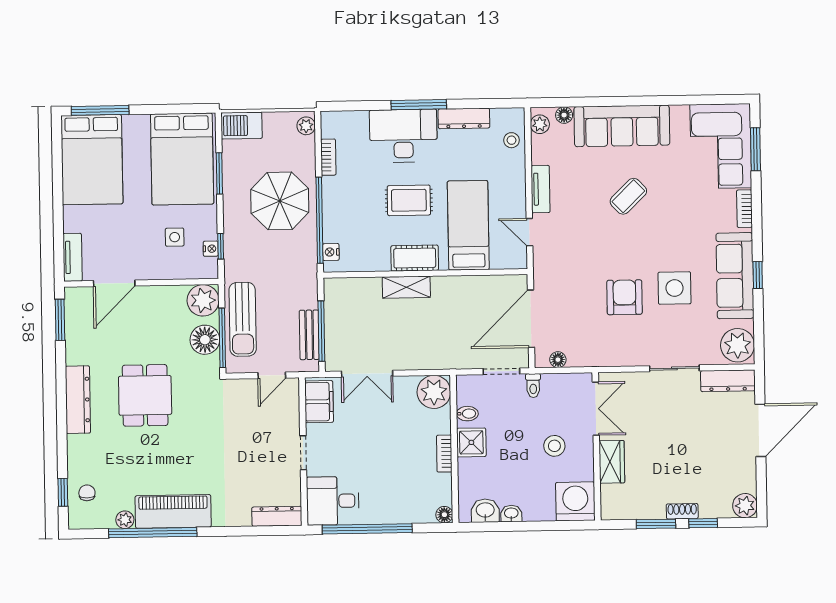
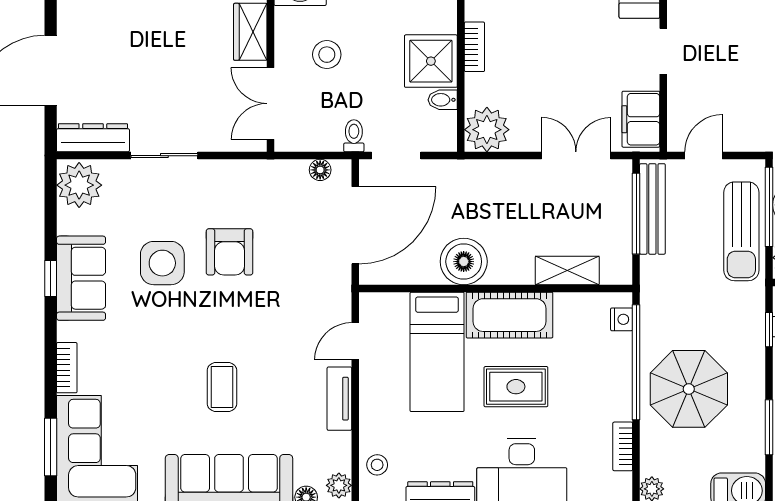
coffee table: (628, 196) -> (222, 387), turned -46
door: (530, 232) -> (355, 341), swing flipped
cot: (415, 258) -> (509, 315), width x1.37, depth x1.34
sofa: (735, 276) -> (81, 278), width x0.73
shelving: (406, 287) -> (567, 270), moved
boiler: (450, 293) -> (464, 262), added
sun lounger: (243, 319) -> (741, 231), turned 180
bench: (309, 335) -> (652, 209), width x1.36
shower: (471, 442) -> (431, 61), width x1.36, depth x1.36

